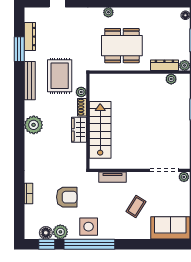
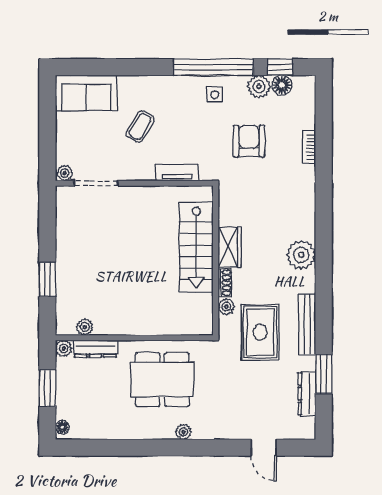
armchair: (67, 197) -> (249, 141), turned 90
side table: (89, 227) -> (215, 95), width x0.54, depth x0.54

